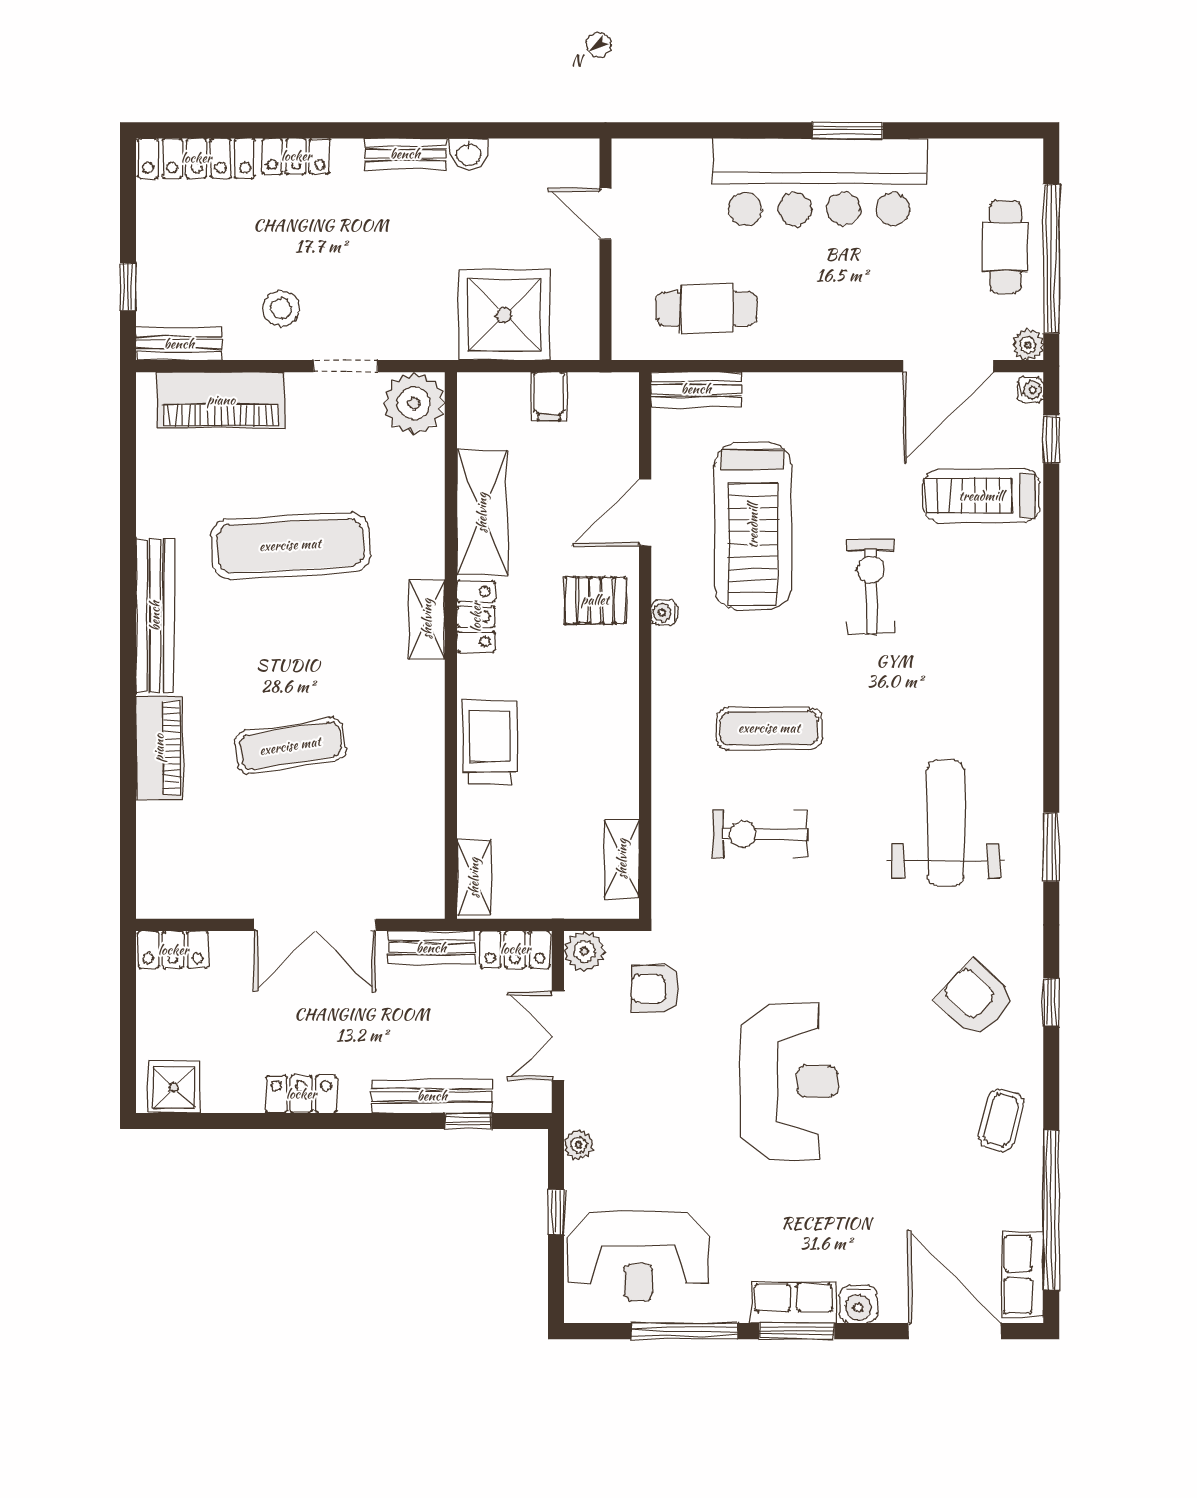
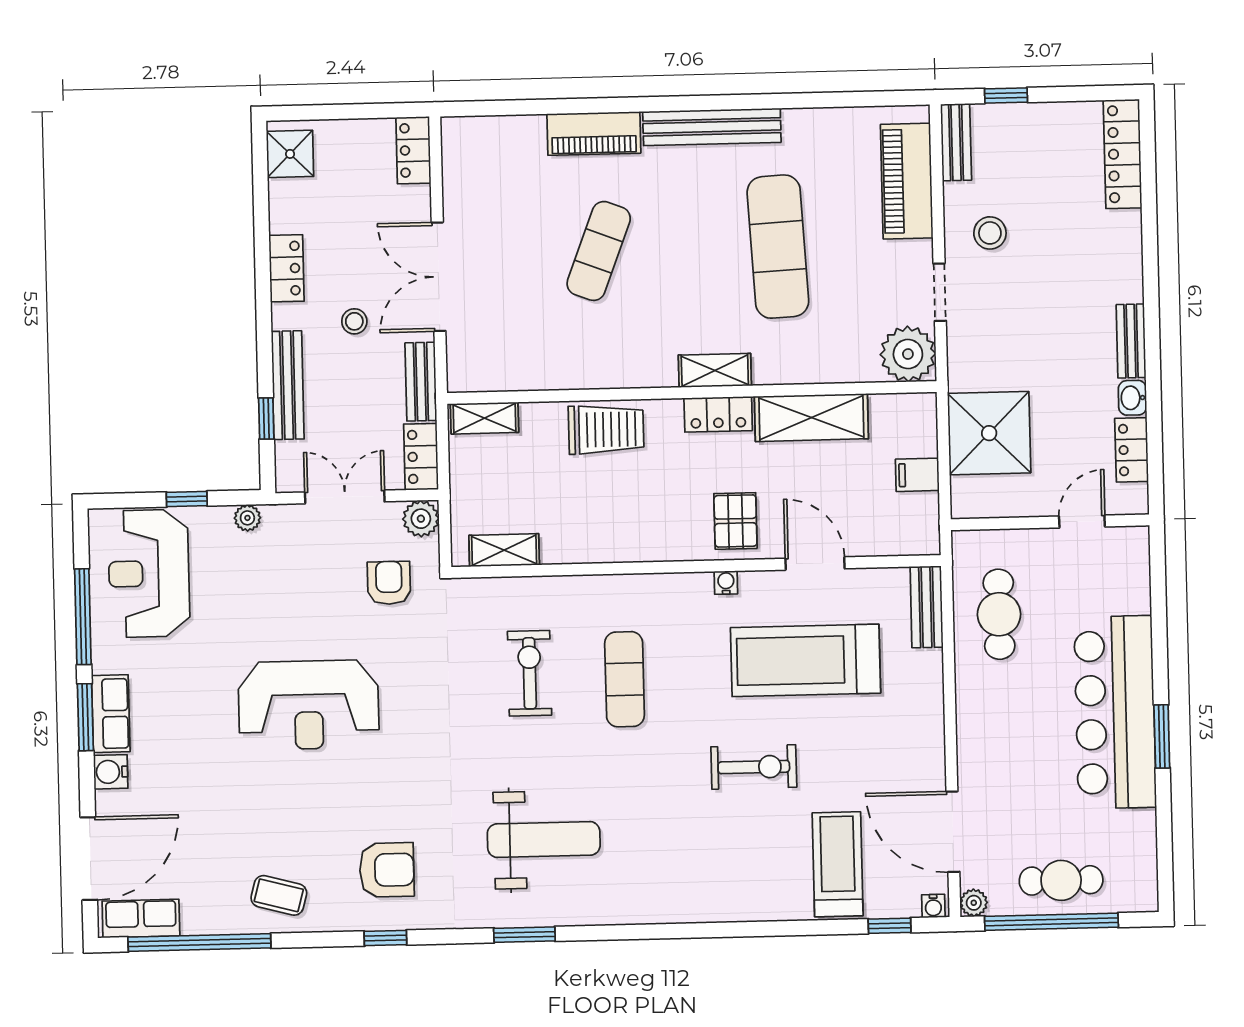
locker: (296, 156) -> (1132, 450), moved
exercise mat: (290, 746) -> (599, 251), turned 30
armchair: (975, 999) -> (387, 870), turned 47
stool: (362, 1020) -> (354, 321), added

